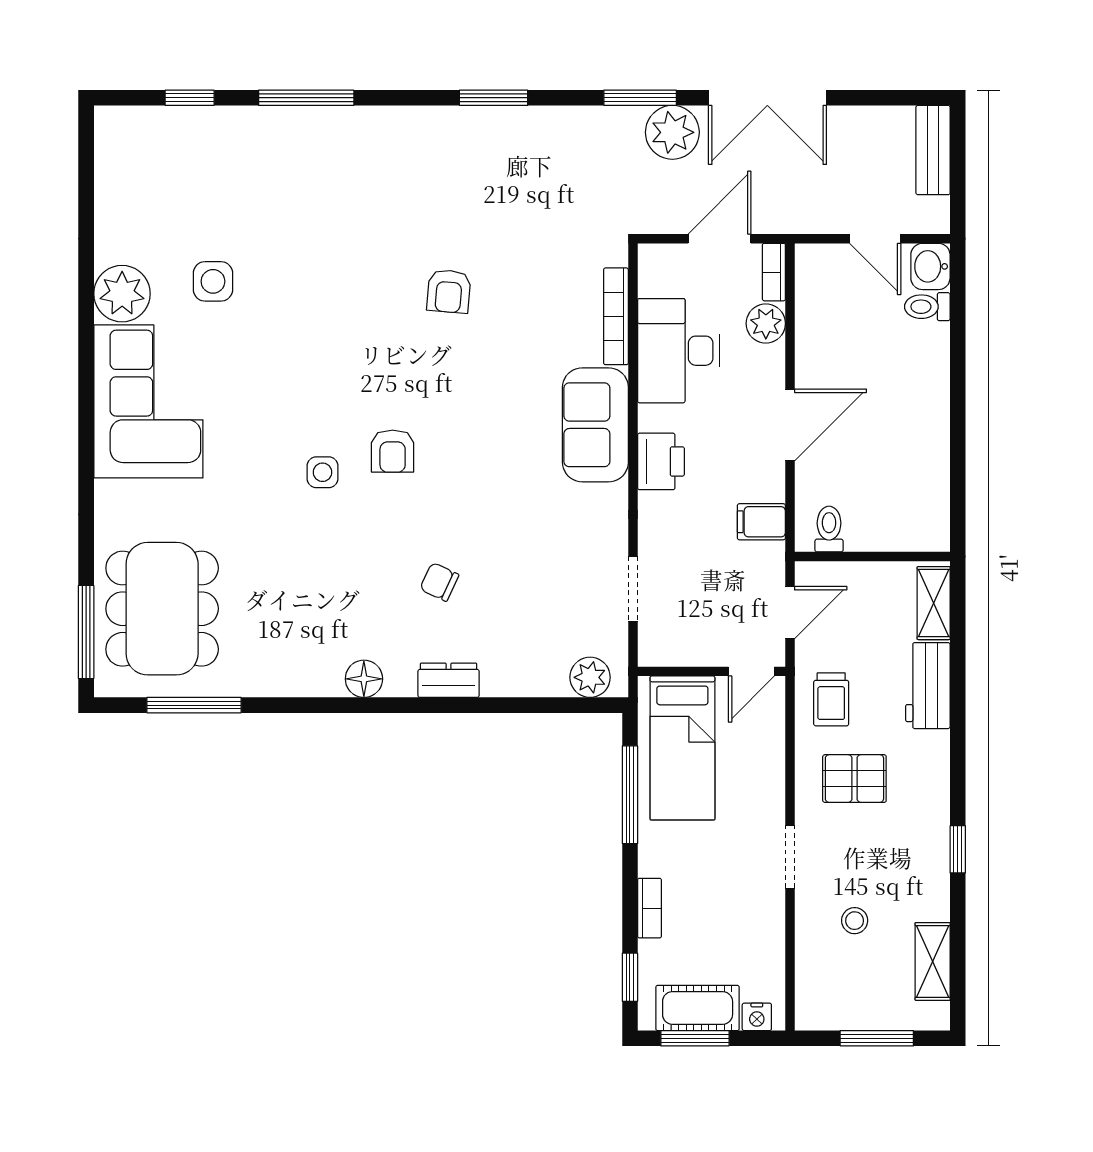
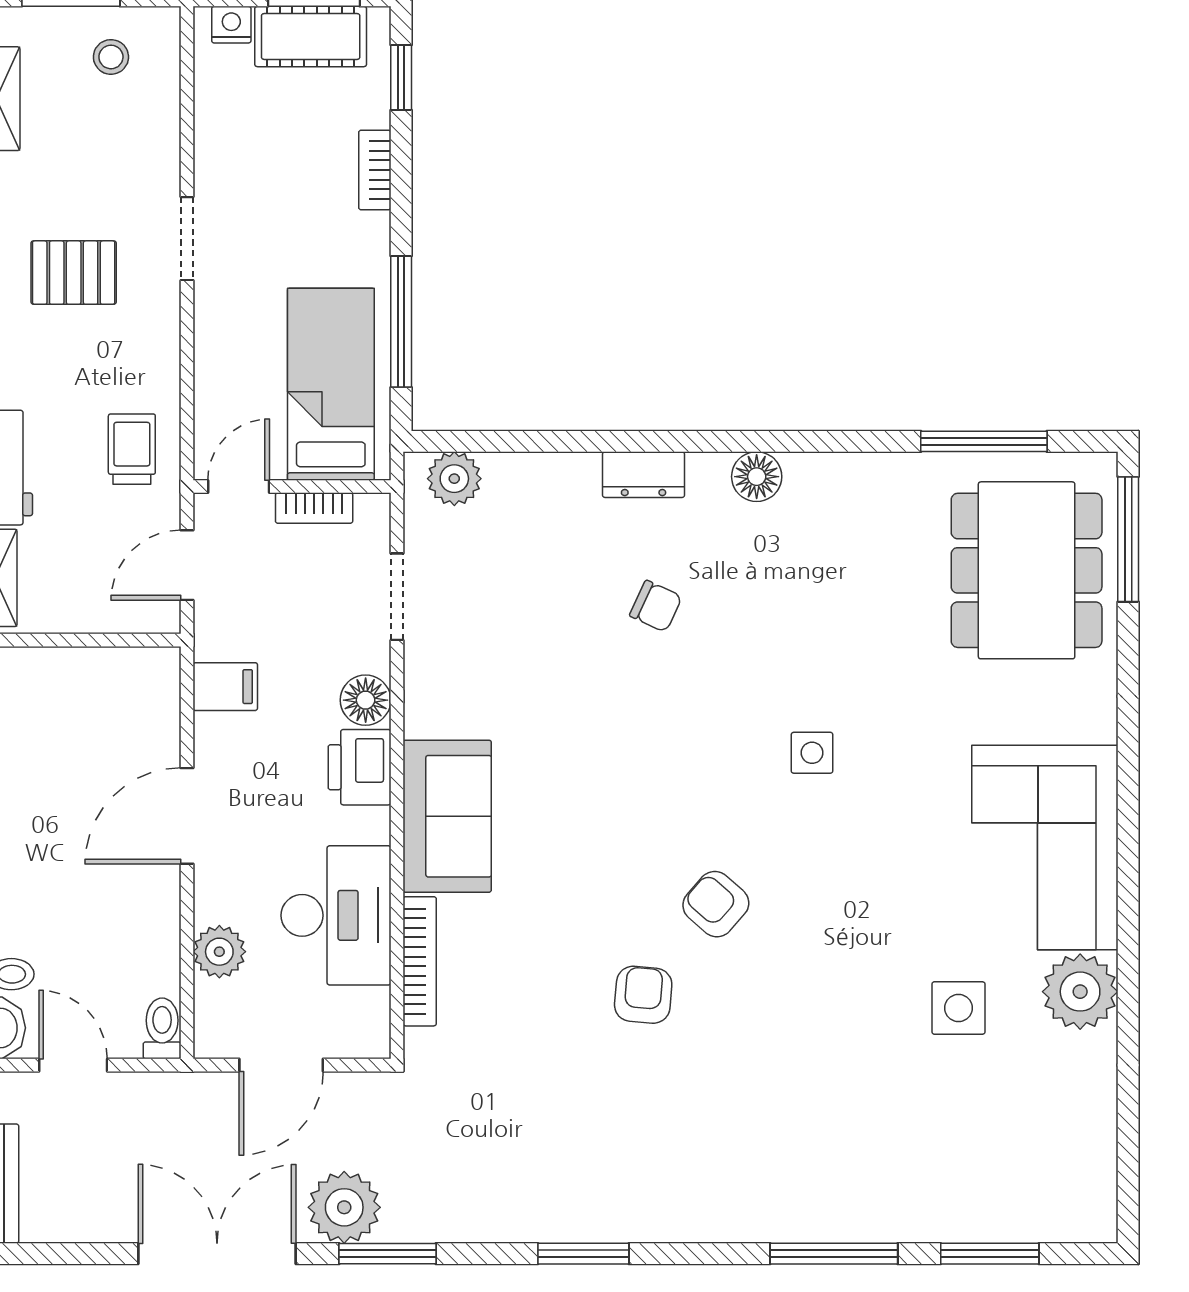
window: (190, 98) -> (990, 1254), width x1.50
bookcase: (774, 272) -> (314, 508), moved, turned 90
armchair: (393, 451) -> (716, 904), moved, turned -49
floor lamp: (656, 512) -> (366, 700), added
toilet: (829, 529) -> (162, 1028), moved, turned 180
pallet: (854, 779) -> (74, 273), moved
stool: (855, 921) -> (111, 57), moved

